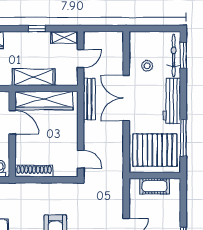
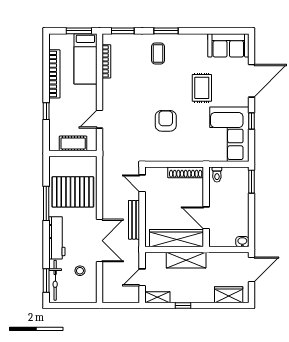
bench: (89, 99) -> (134, 220), moved
wall: (155, 175) -> (73, 154), moved
cot: (154, 186) -> (73, 143), moved

